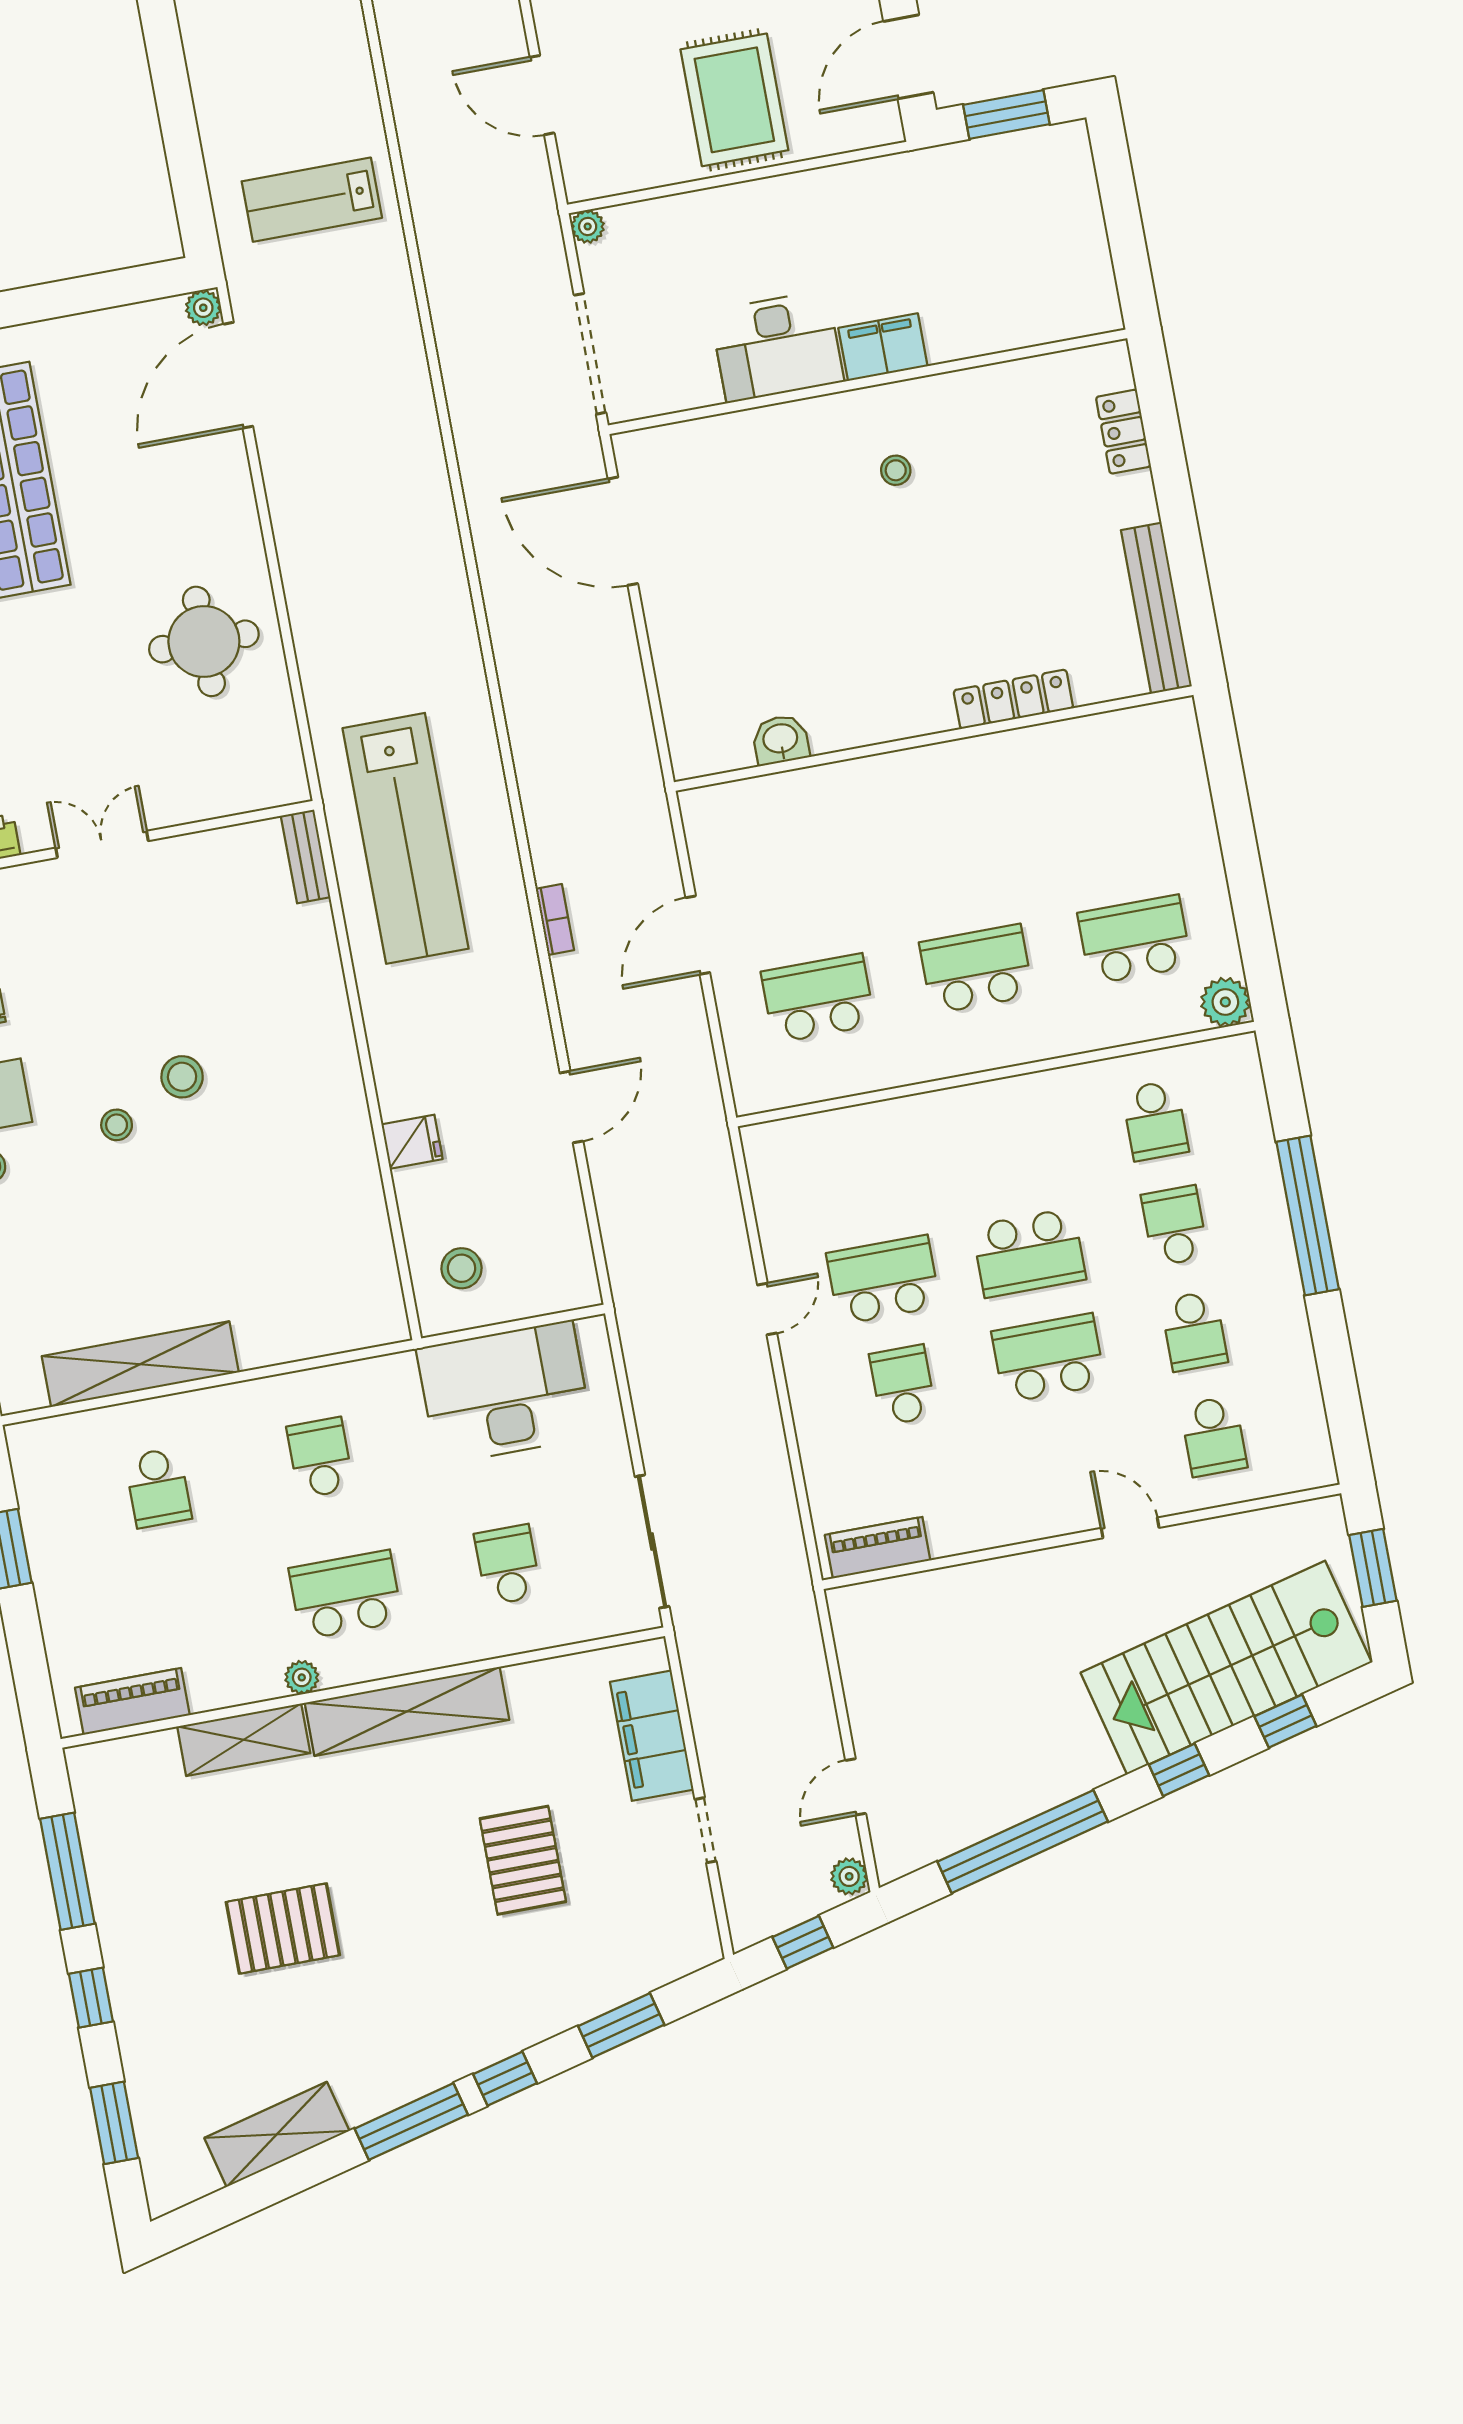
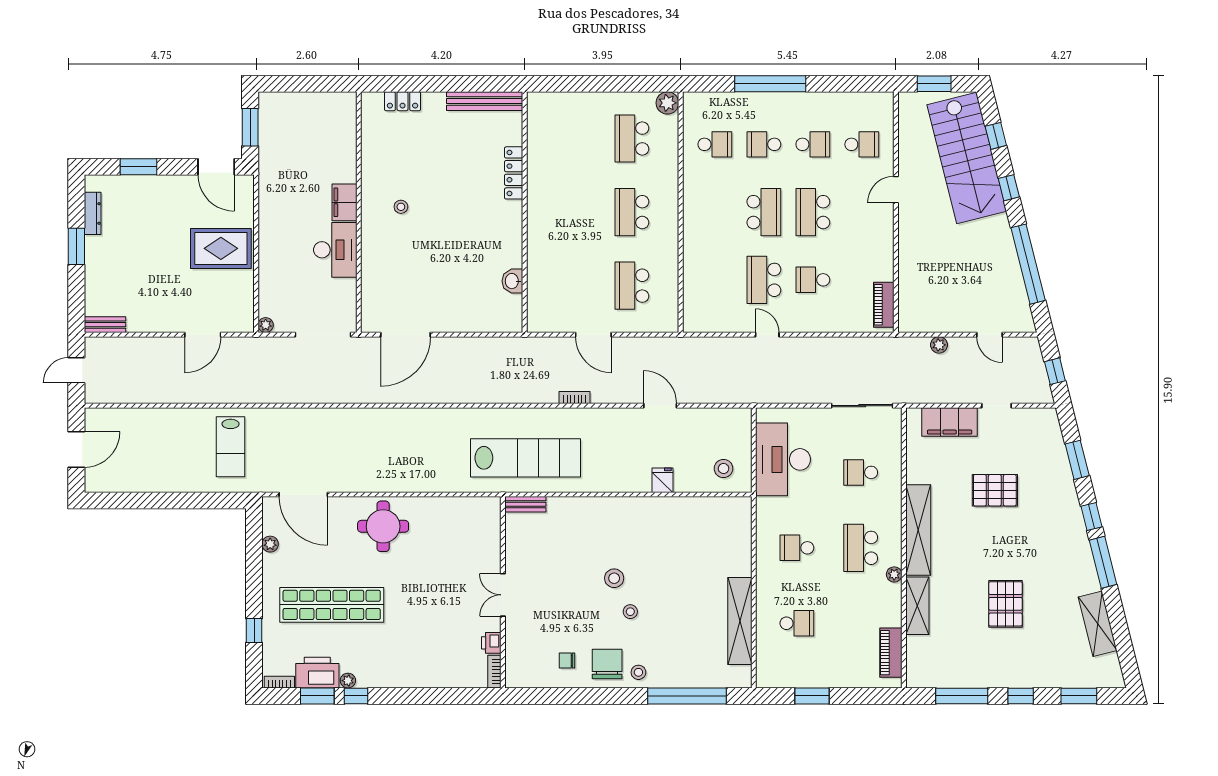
plant: (203, 308) -> (270, 544), moved
round table: (204, 641) -> (383, 526), moved
plant: (849, 1876) -> (939, 345), moved

